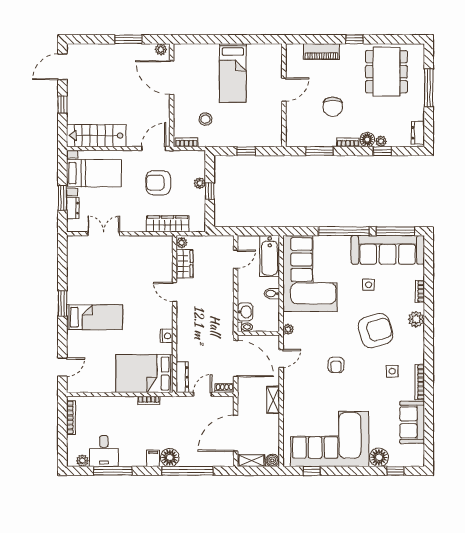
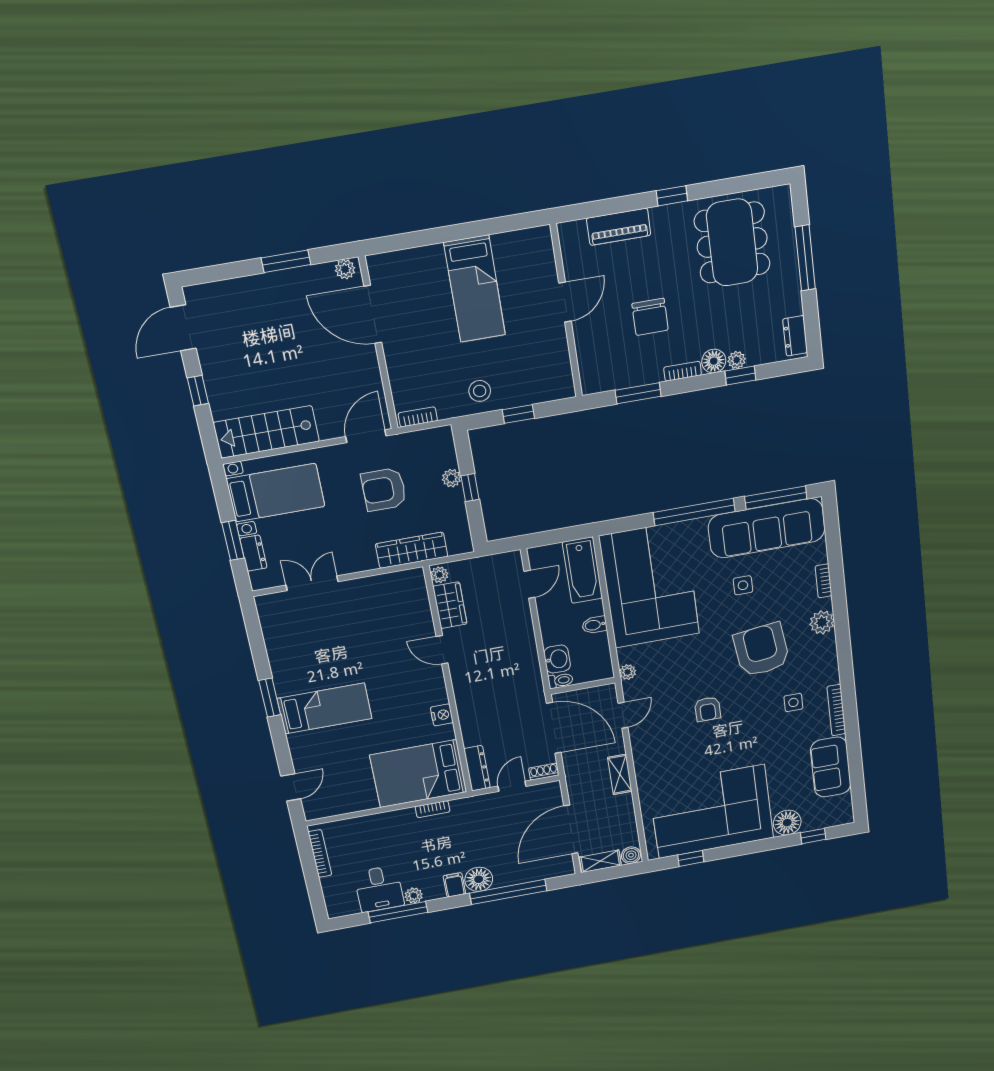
stool: (205, 119) -> (480, 391), moved
armchair: (376, 331) -> (762, 650), turned -81
plant: (82, 461) -> (414, 896), moved

